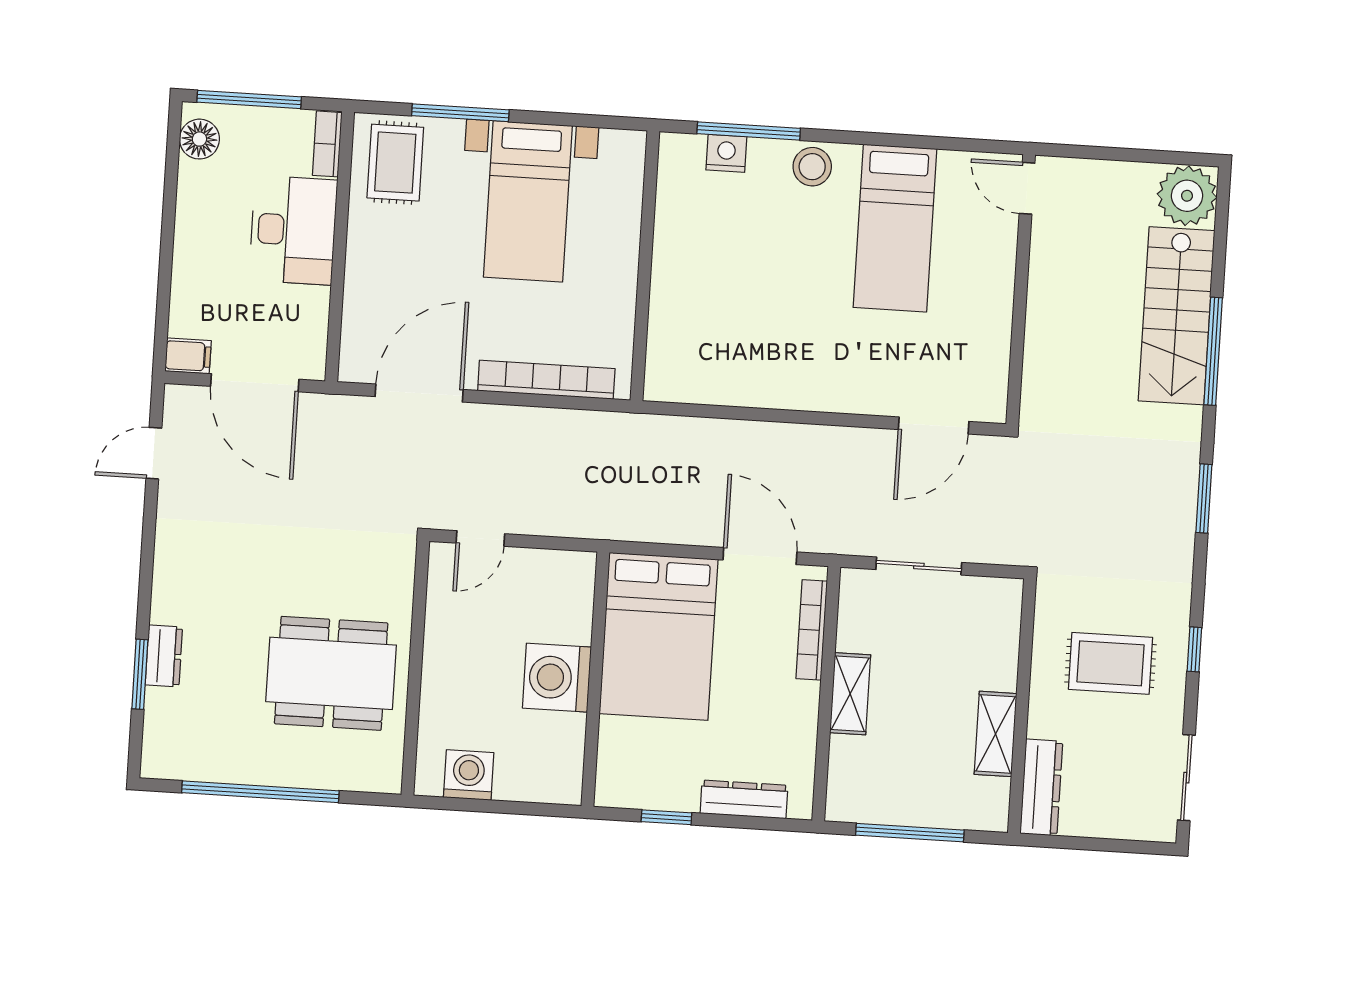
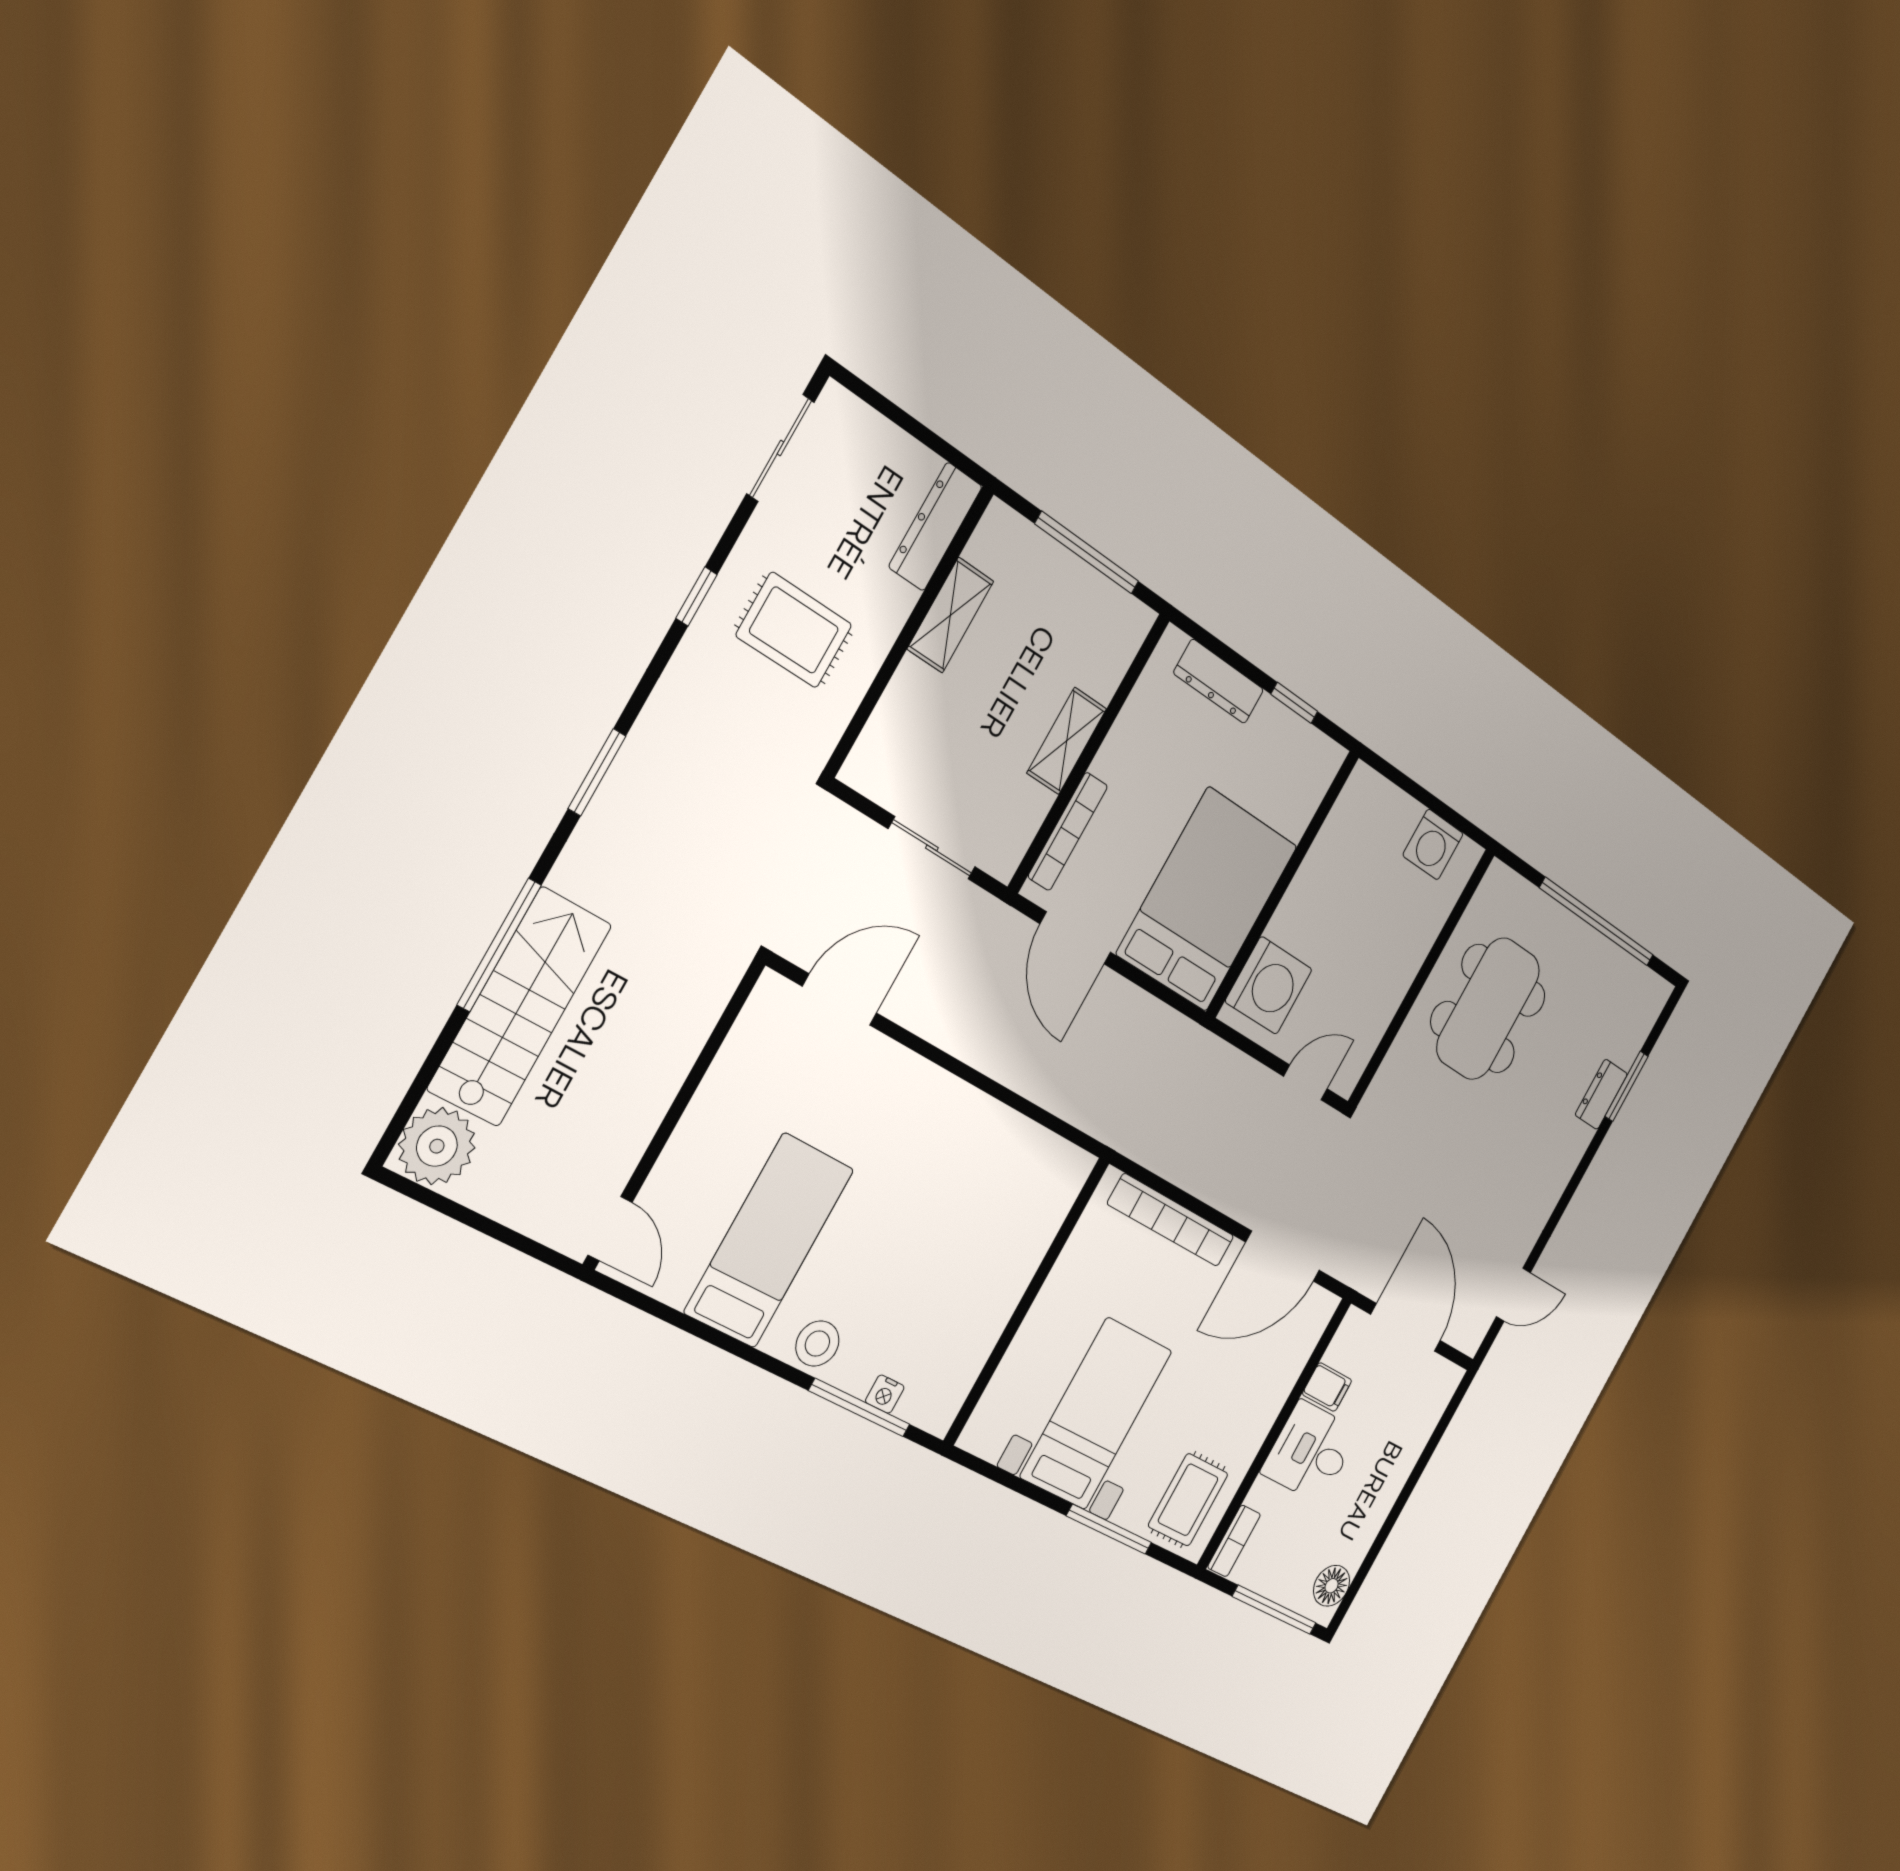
nightstand: (726, 153) -> (885, 1394), width x0.72, depth x0.74
desk: (293, 230) -> (1310, 1452), width x0.73
filing cabinet: (188, 356) -> (1327, 1387), moved, turned 180
dining table: (331, 673) -> (1488, 1009), turned 90
washing machine: (557, 678) -> (1269, 985), moved

